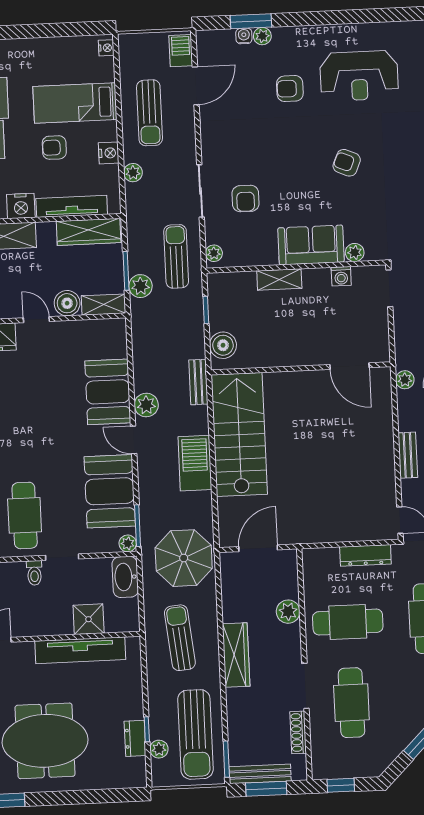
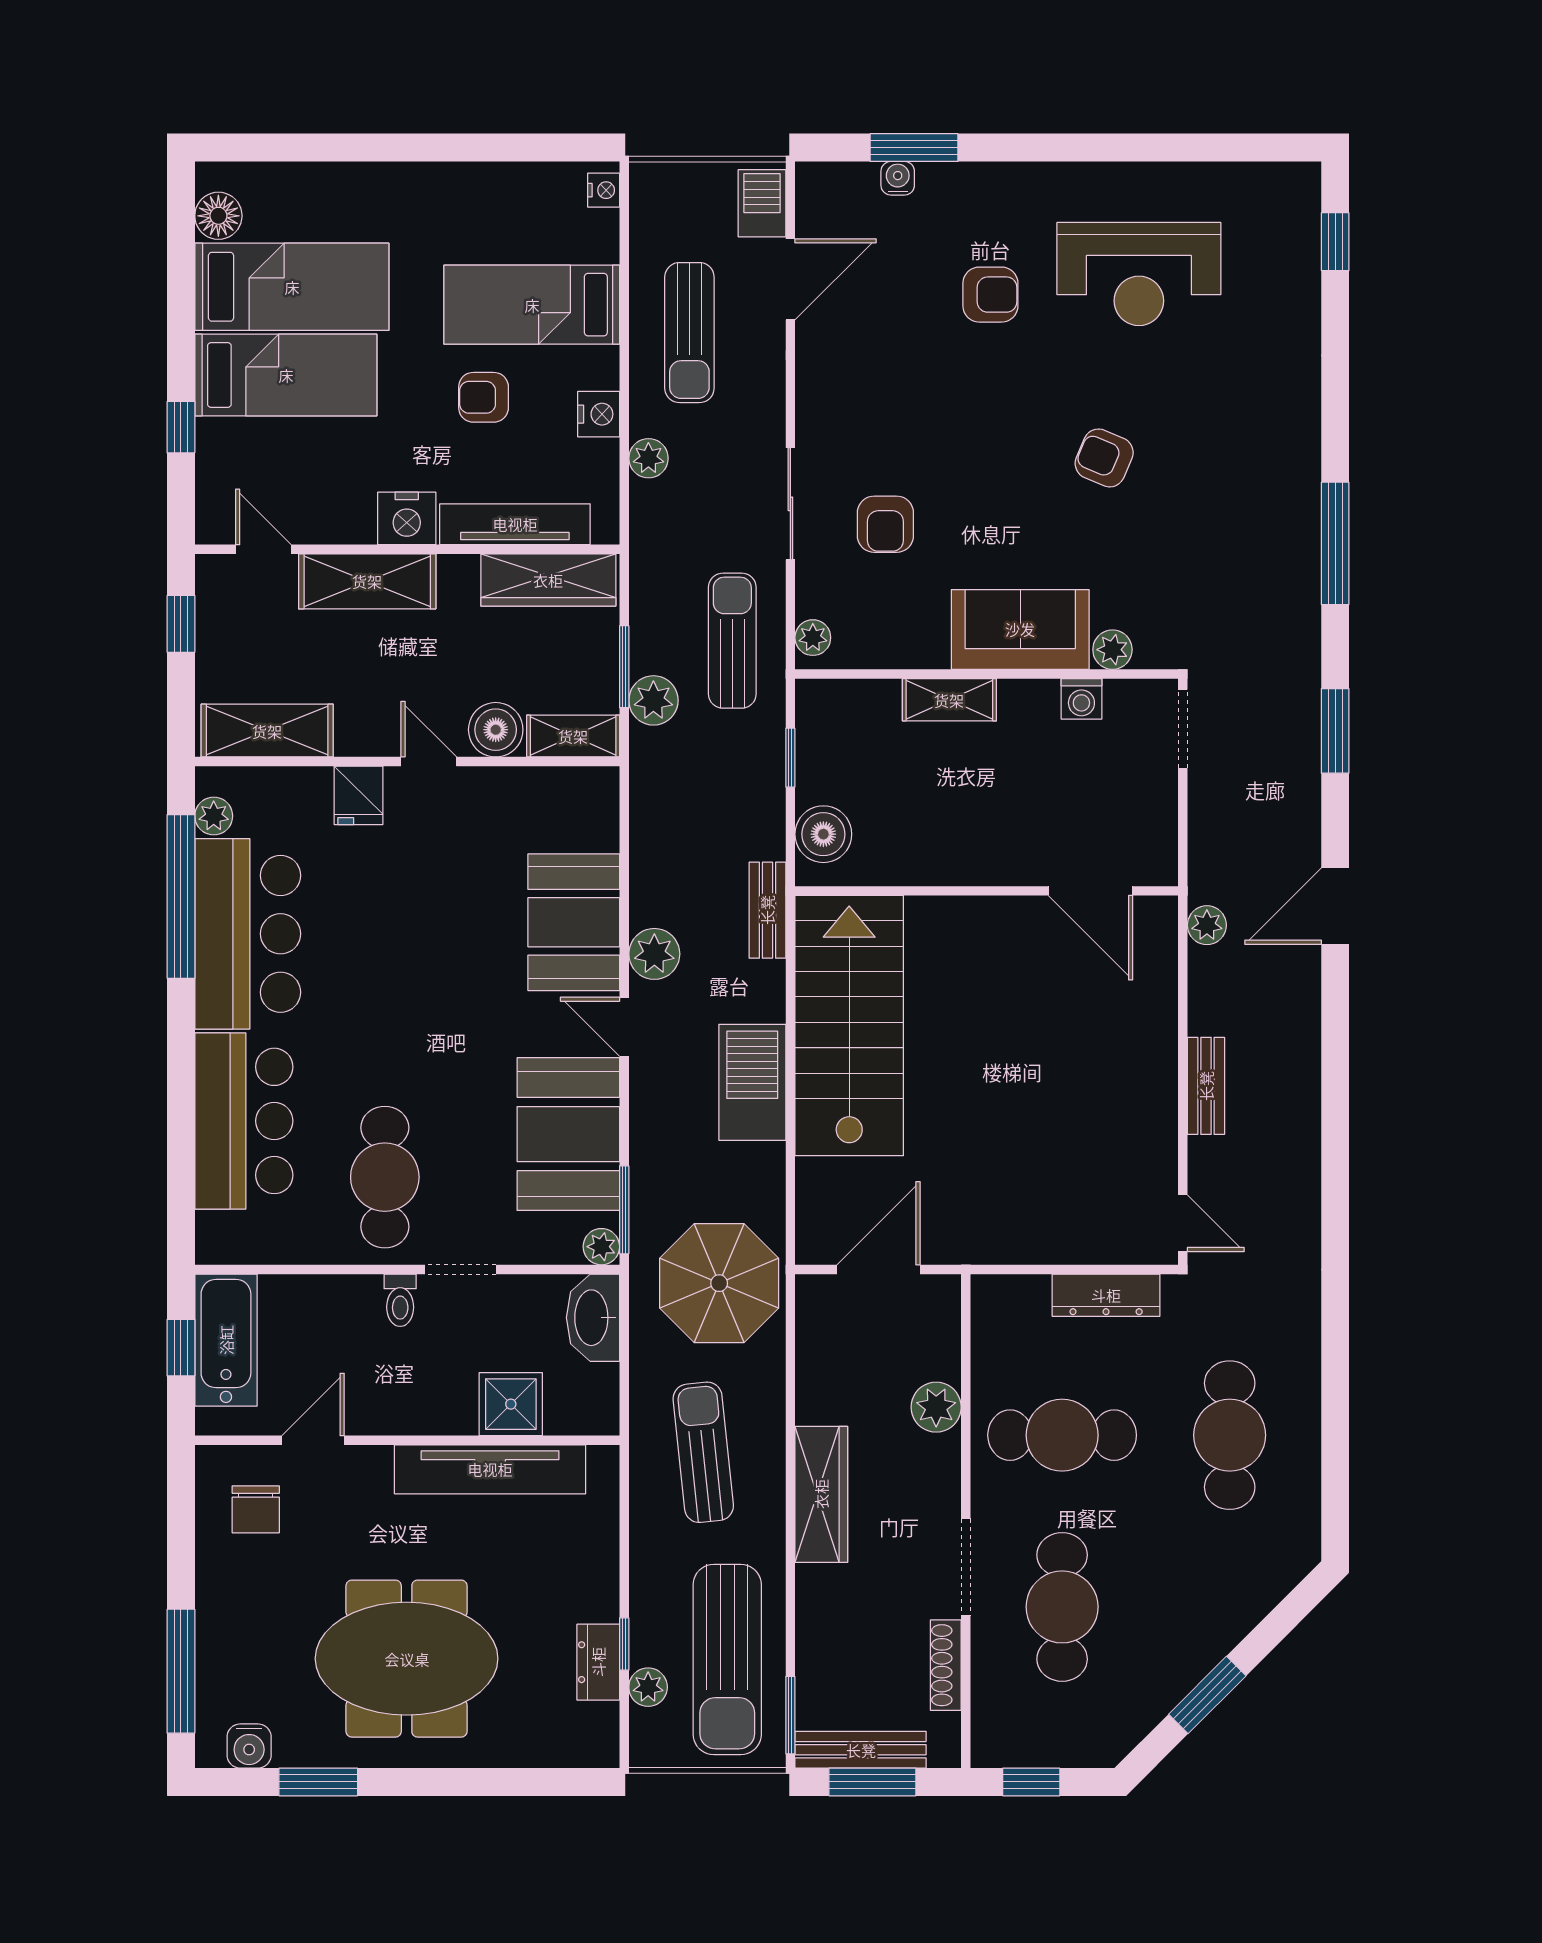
plant: (262, 36) -> (937, 180), removed
armchair: (290, 89) -> (990, 295), turned 180

